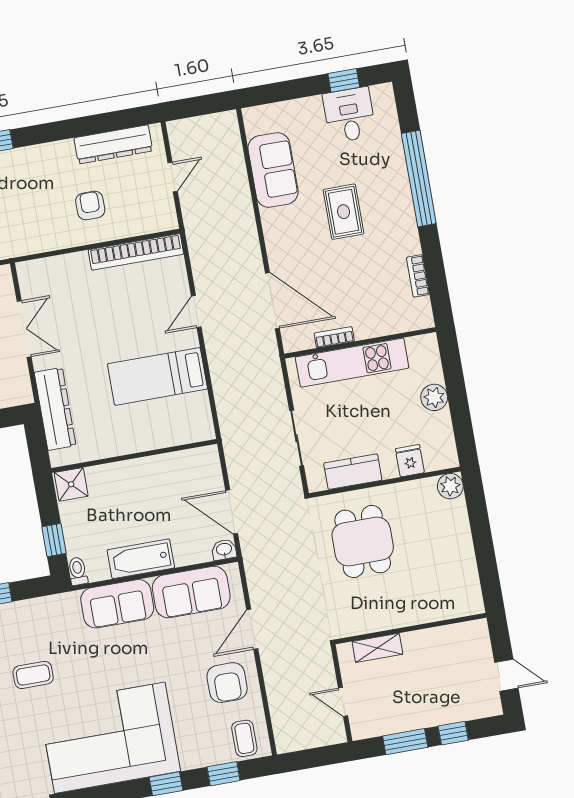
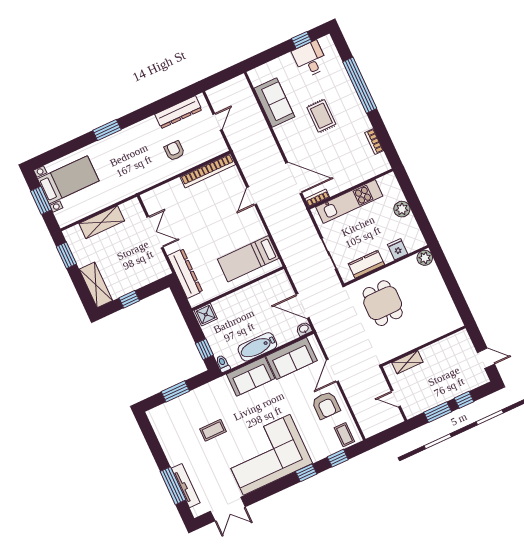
bookcase: (334, 337) -> (317, 198), moved
bed: (157, 376) -> (248, 259), moved

